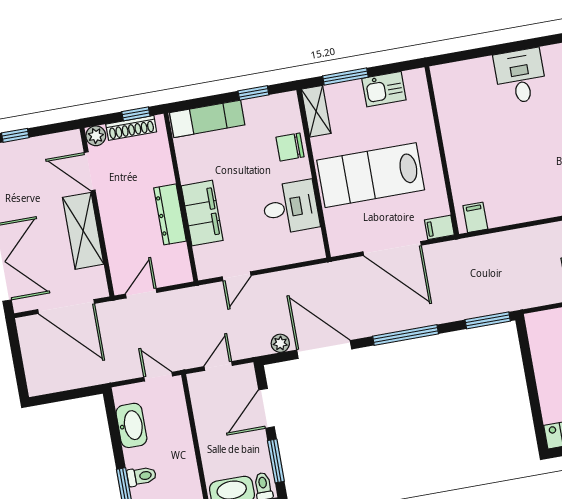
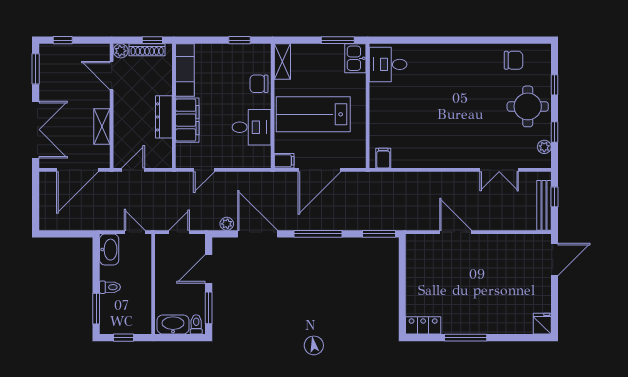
desk: (520, 76) -> (388, 64), moved, turned -90
window: (345, 77) -> (338, 40), moved
kitchen sink: (384, 89) -> (355, 58), moved, turned 90
exam couch: (207, 119) -> (185, 70), moved, turned -90
filing cabinet: (439, 227) -> (284, 161), moved, turned 180
shelving: (83, 231) -> (102, 126), width x0.67, depth x0.75
door: (392, 248) -> (319, 170), hinge flipped
door: (66, 307) -> (77, 170), hinge flipped
washbasin: (131, 425) -> (109, 250), moved
toilet: (142, 476) -> (110, 287), moved

